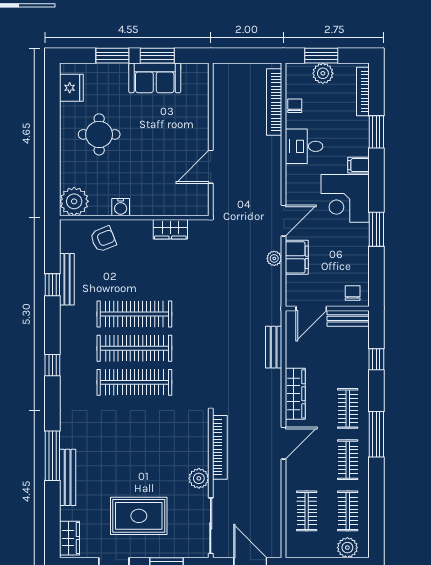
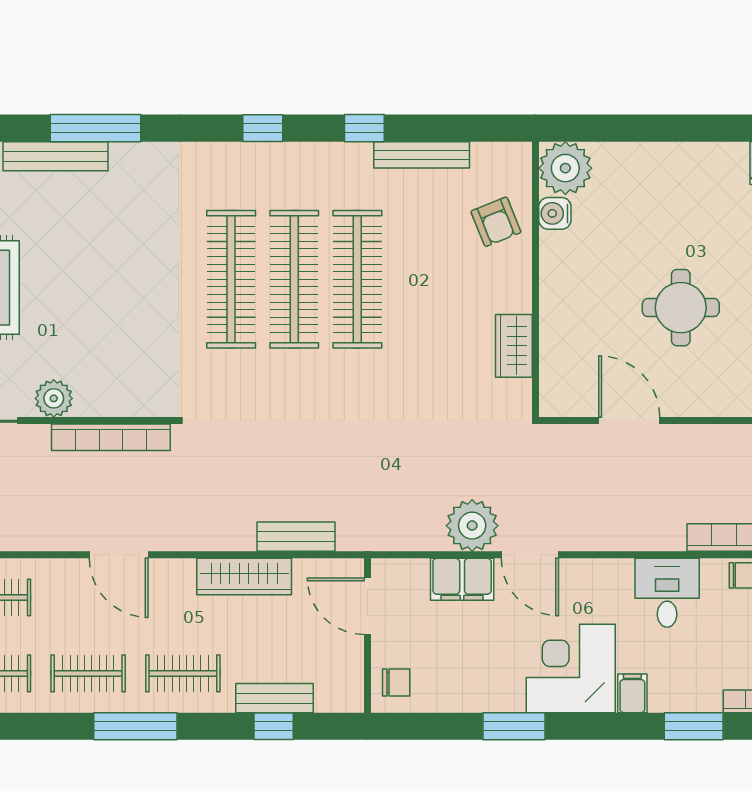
round table: (99, 134) -> (681, 308), moved
water cooler: (121, 207) -> (555, 213), moved
plant: (274, 258) -> (472, 526), width x1.88, depth x1.88
window: (52, 285) -> (364, 128), moved
bench: (348, 318) -> (274, 698), moved, turned 90
wardrobe: (295, 394) -> (244, 576), moved

